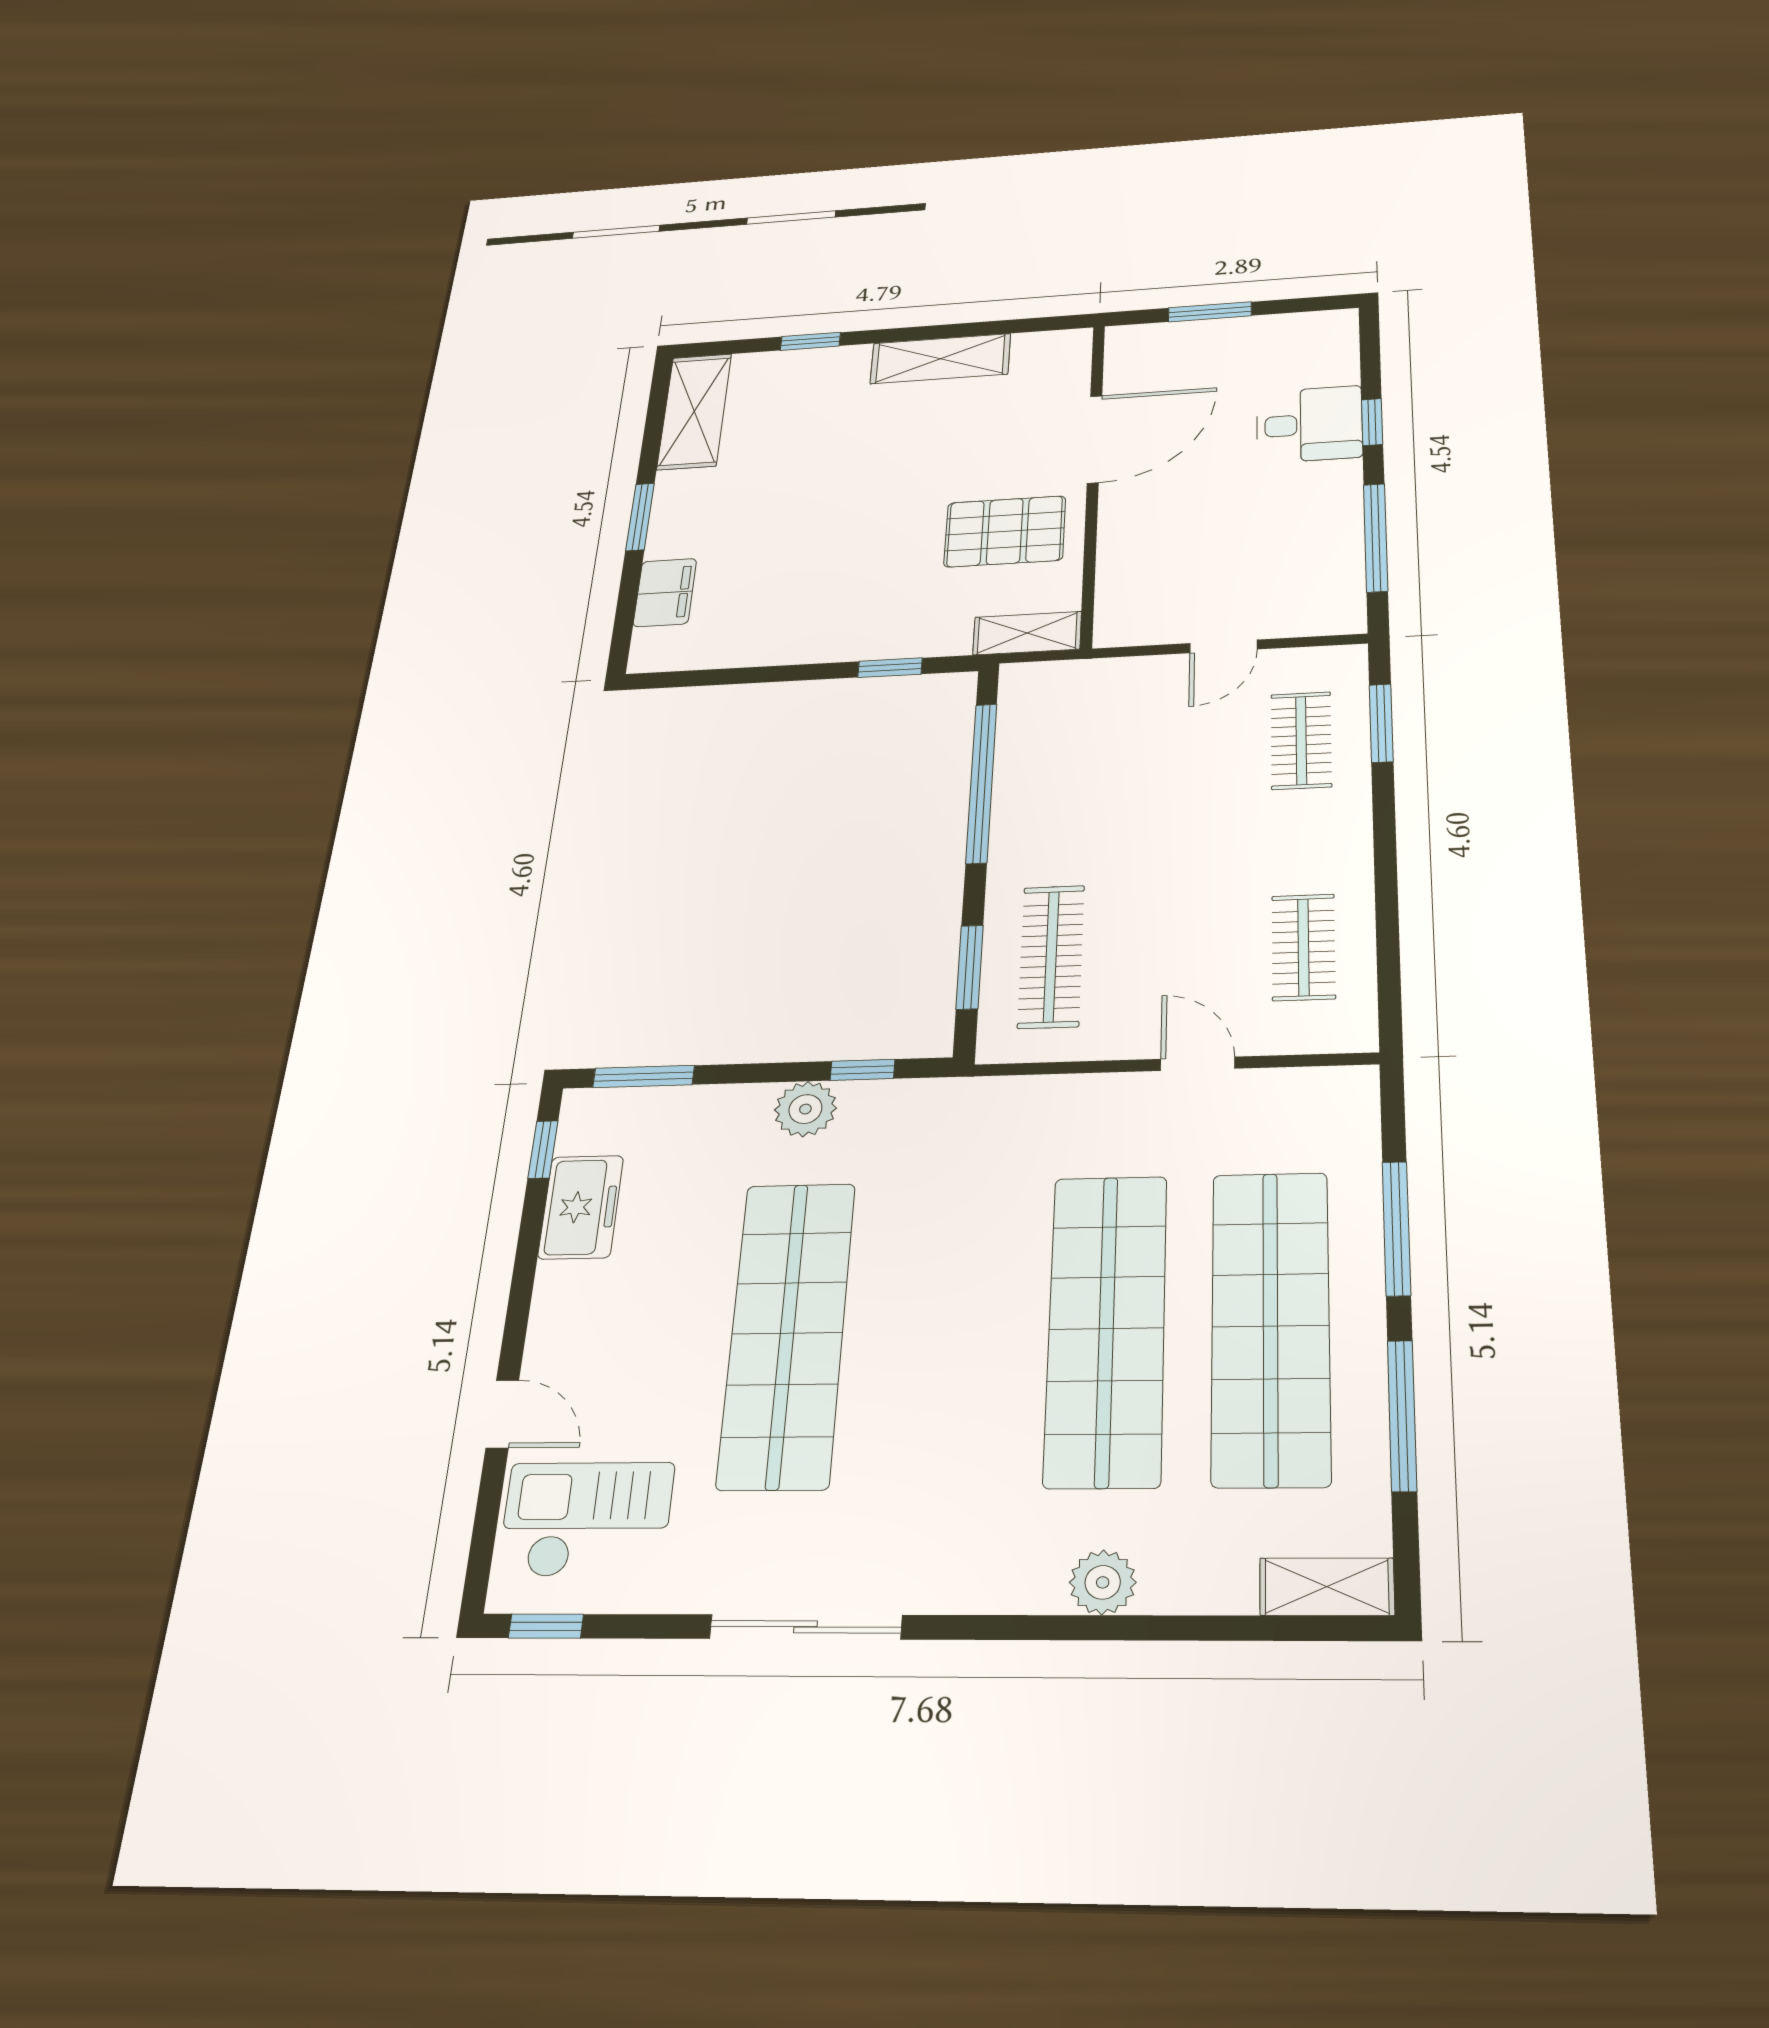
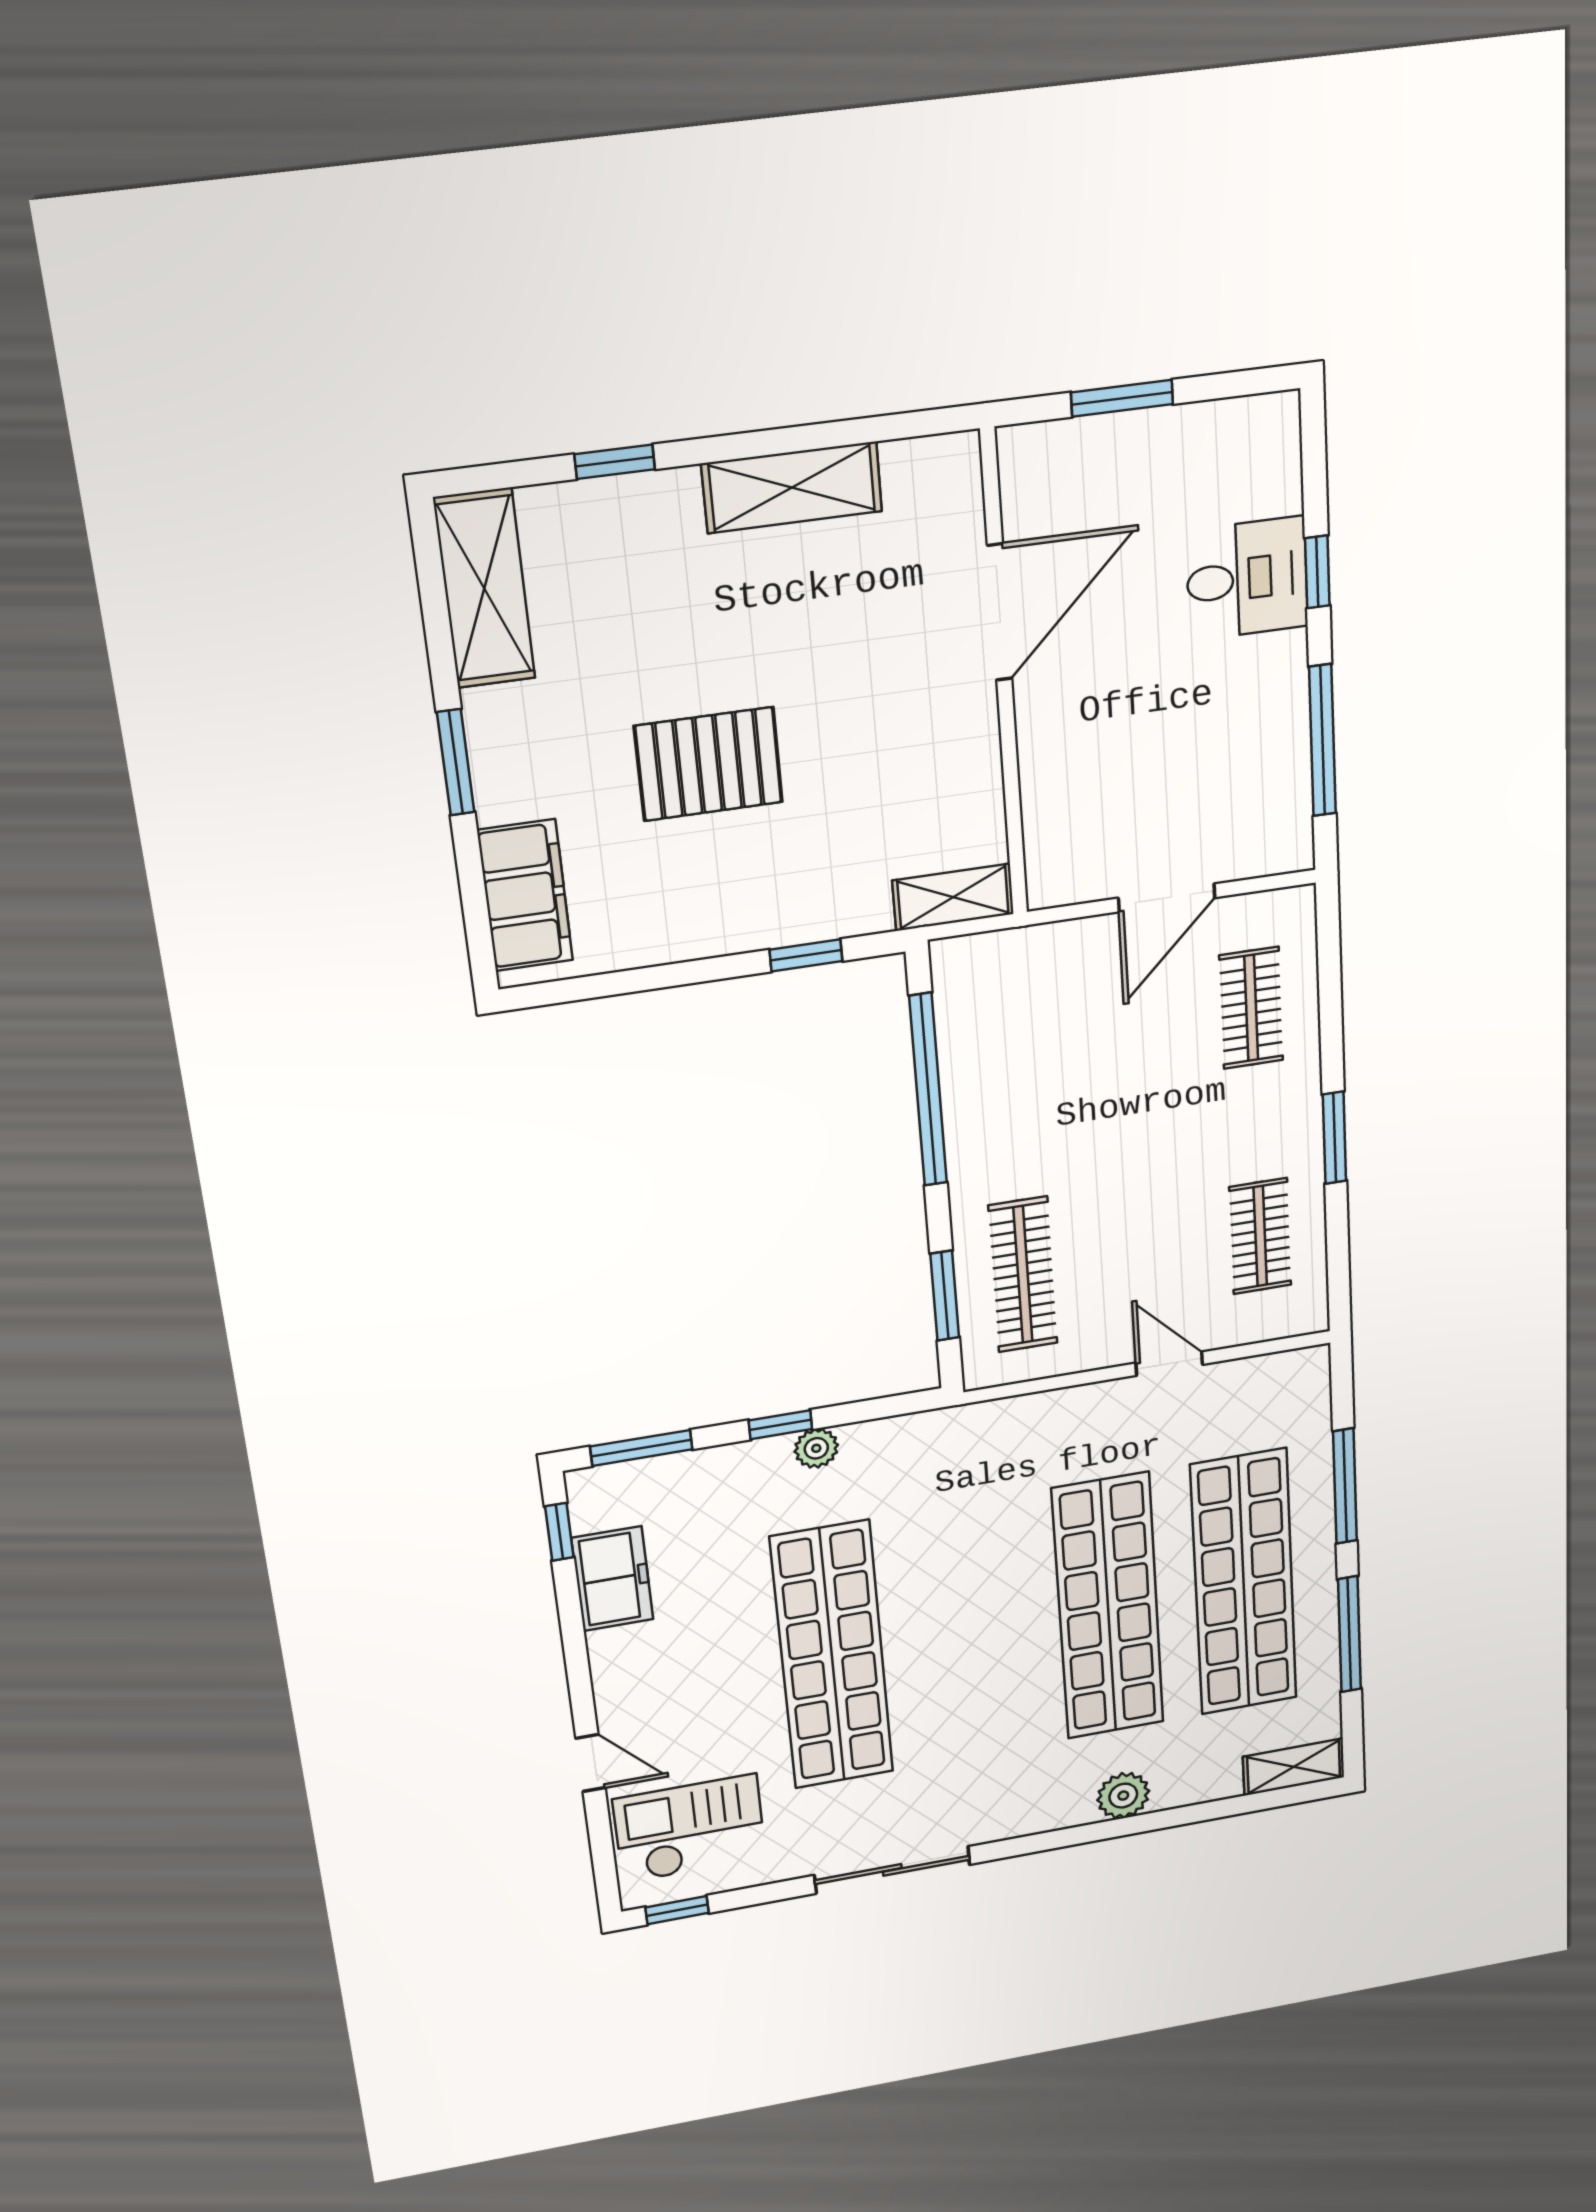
pallet: (1005, 531) -> (709, 764), moved
filing cabinet: (665, 592) -> (525, 895), width x1.50, depth x1.17
door: (1223, 646) -> (1167, 898), width x1.38
window: (1381, 723) -> (1334, 1138), moved
window: (863, 1070) -> (780, 1425), moved
plant: (805, 1109) -> (816, 1448), width x0.73, depth x0.73

